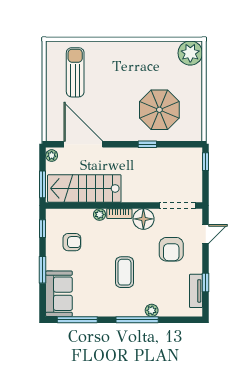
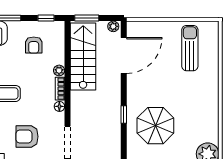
sun lounger: (75, 72) -> (190, 48), turned -90
floor lamp: (143, 219) -> (59, 106), width x0.53, depth x0.53

